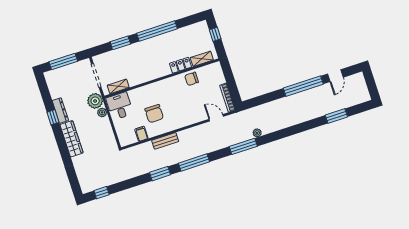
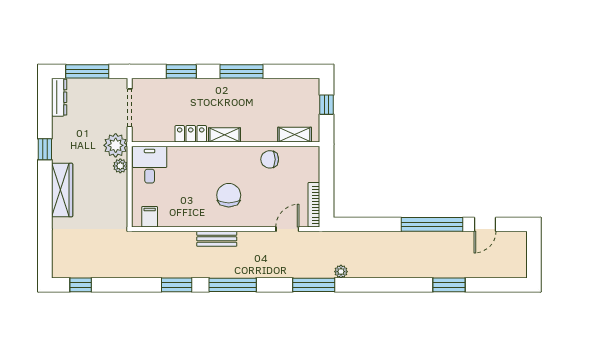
window: (157, 31) -> (242, 71), width x0.68
locker: (181, 65) -> (191, 134), moved
shelving: (118, 86) -> (225, 135), moved
dresser: (60, 111) -> (59, 97), moved
chair: (154, 114) -> (229, 195), moved, turned 180
window: (336, 116) -> (449, 285), moved
door: (216, 118) -> (287, 229), hinge flipped
filing cabinet: (141, 134) -> (150, 217), moved
bench: (165, 141) -> (217, 239), moved

